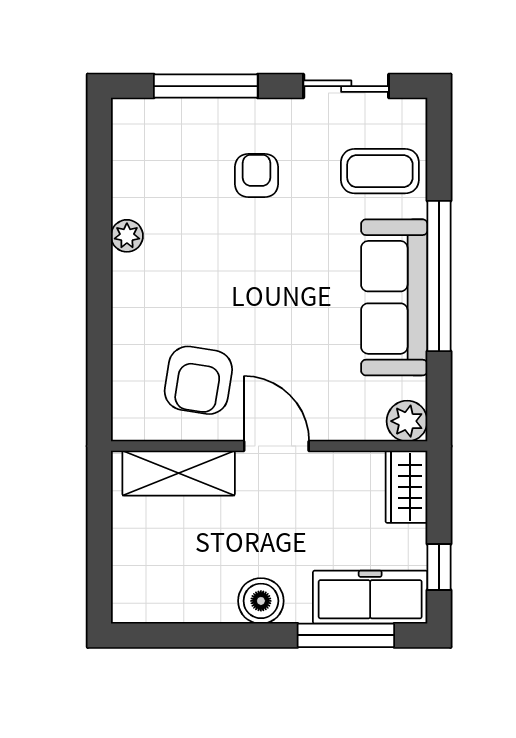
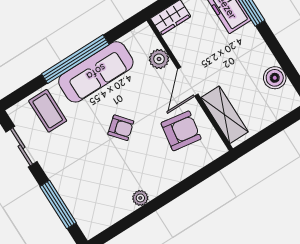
armchair: (256, 176) -> (121, 128), moved, turned -130
plant: (407, 421) -> (159, 59), moved
boiler: (261, 601) -> (275, 78), moved

